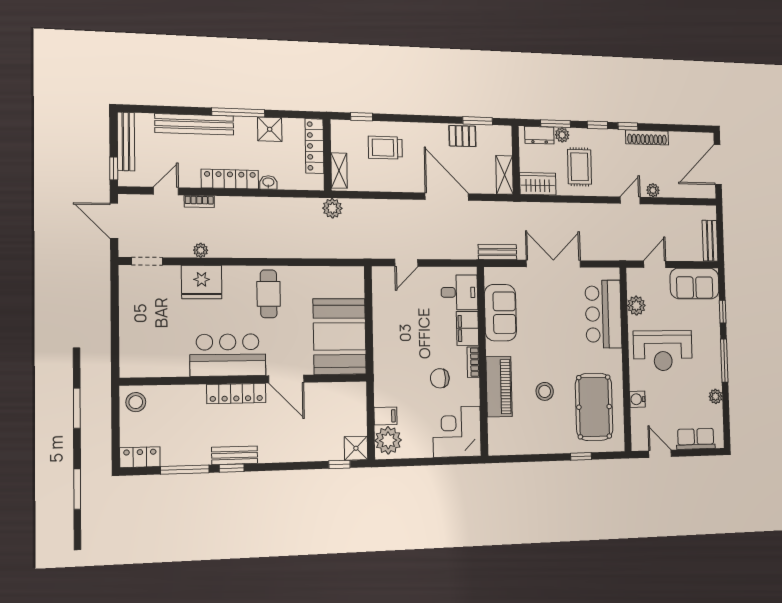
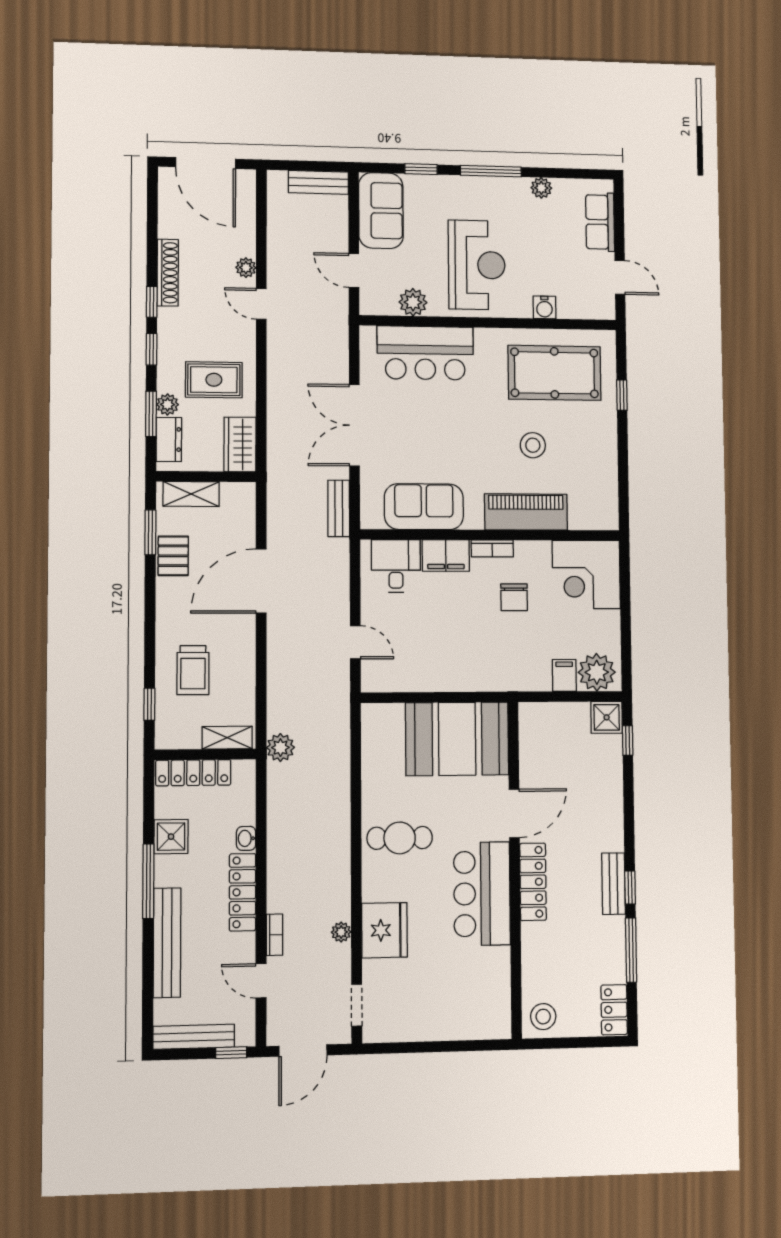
shelving: (505, 175) -> (191, 494), moved
door: (660, 454) -> (620, 277), swing flipped

